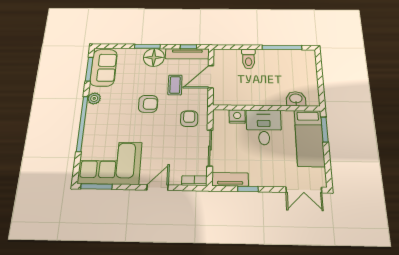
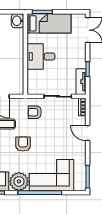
plant: (94, 98) -> (19, 181), width x1.87, depth x1.87
washbasin: (296, 99) -> (18, 21), moved
nightstand: (237, 117) -> (33, 76), removed
corner sofa: (110, 163) -> (51, 175), moved, turned 90

